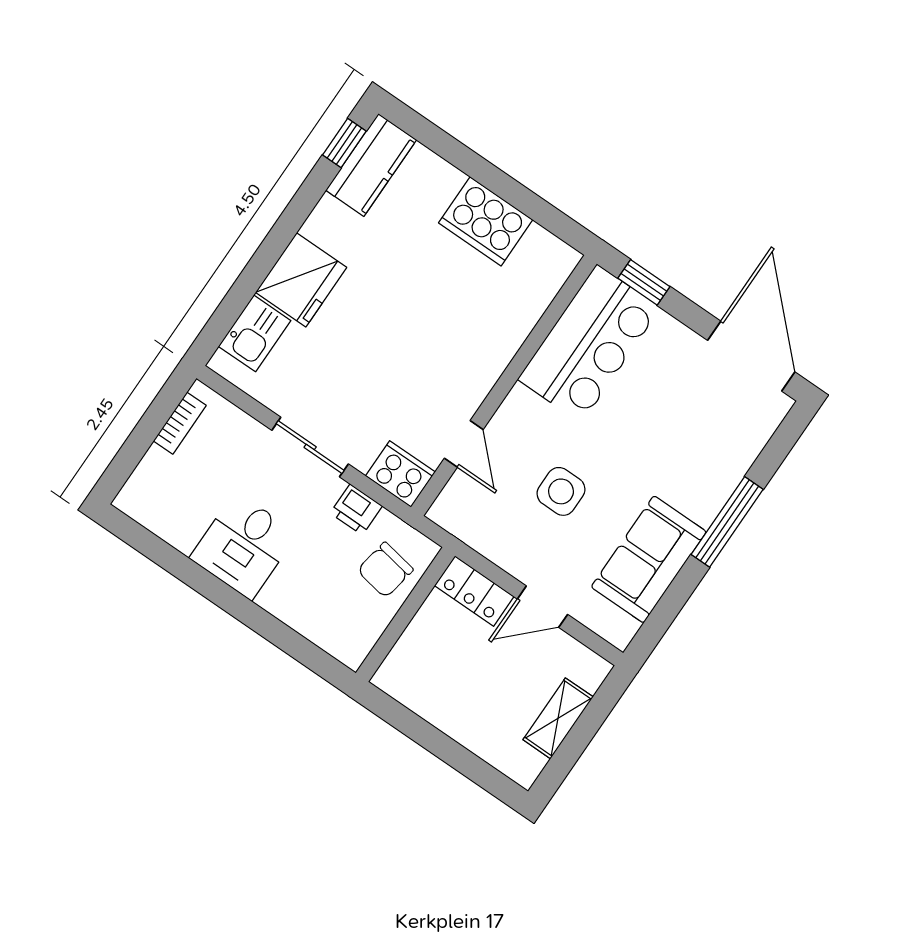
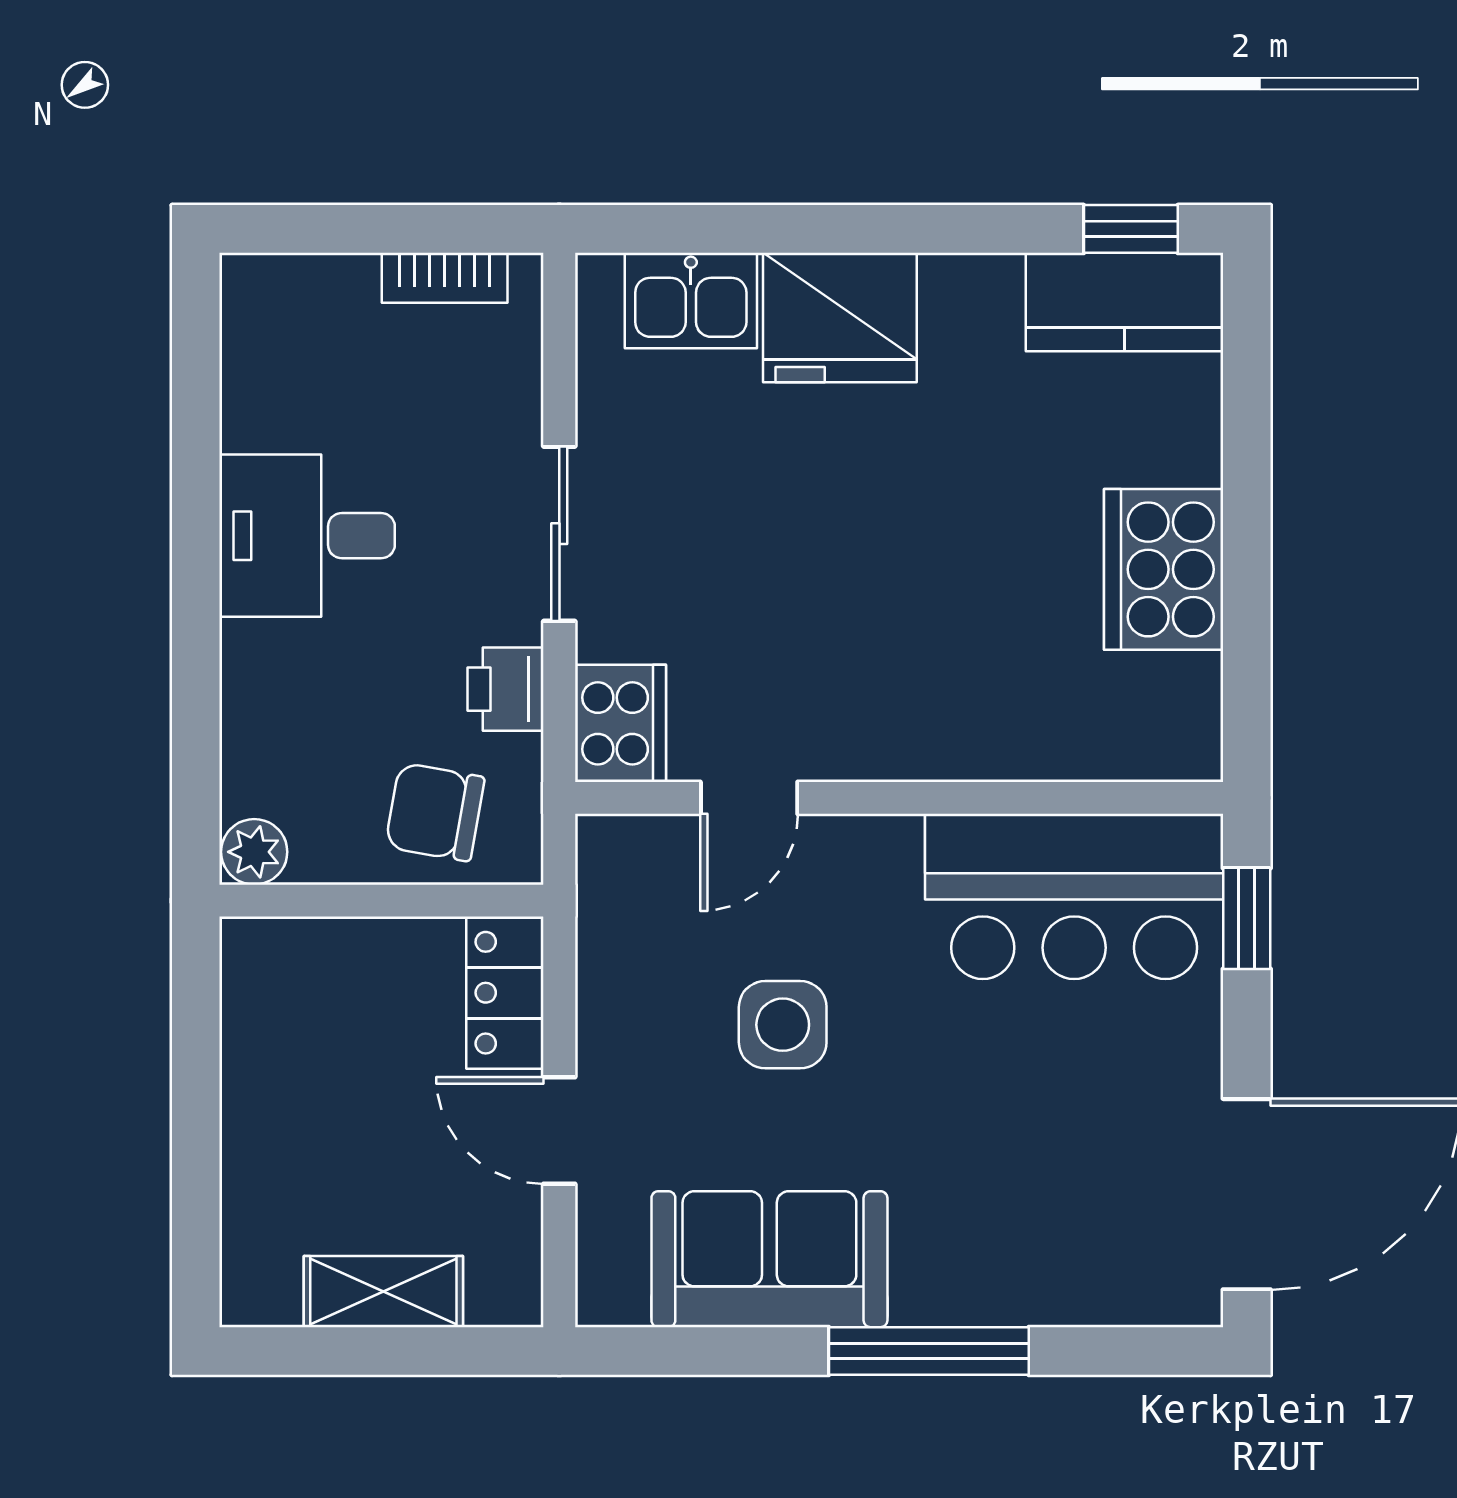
plant: (352, 651) -> (254, 852), added

